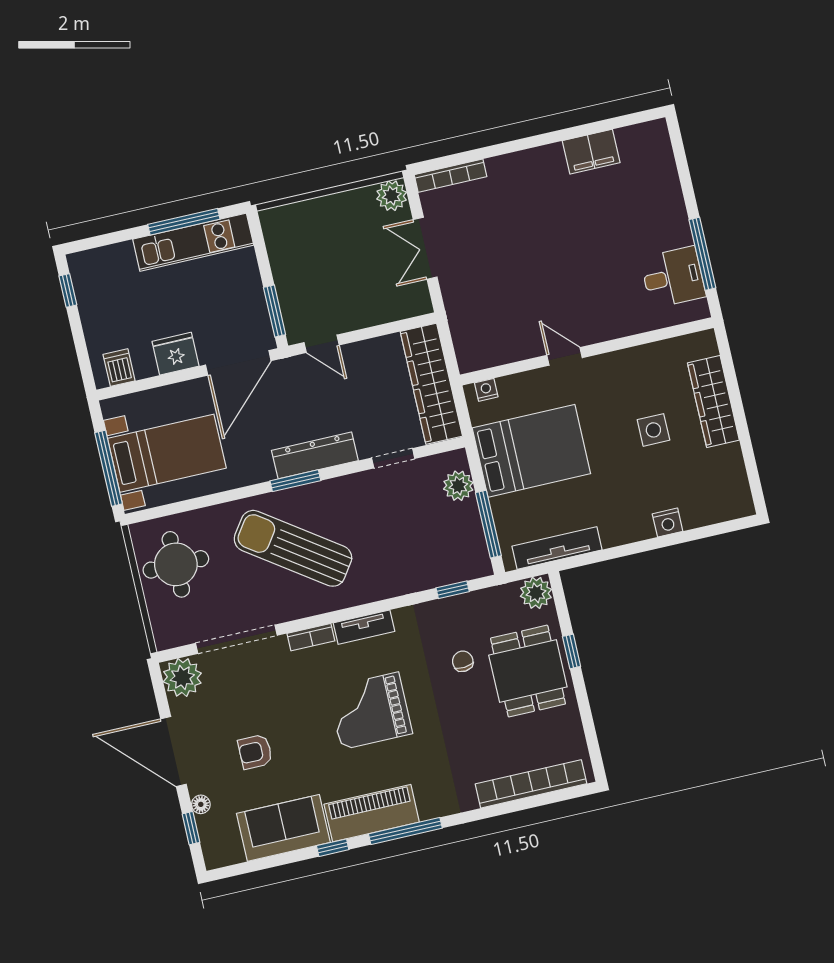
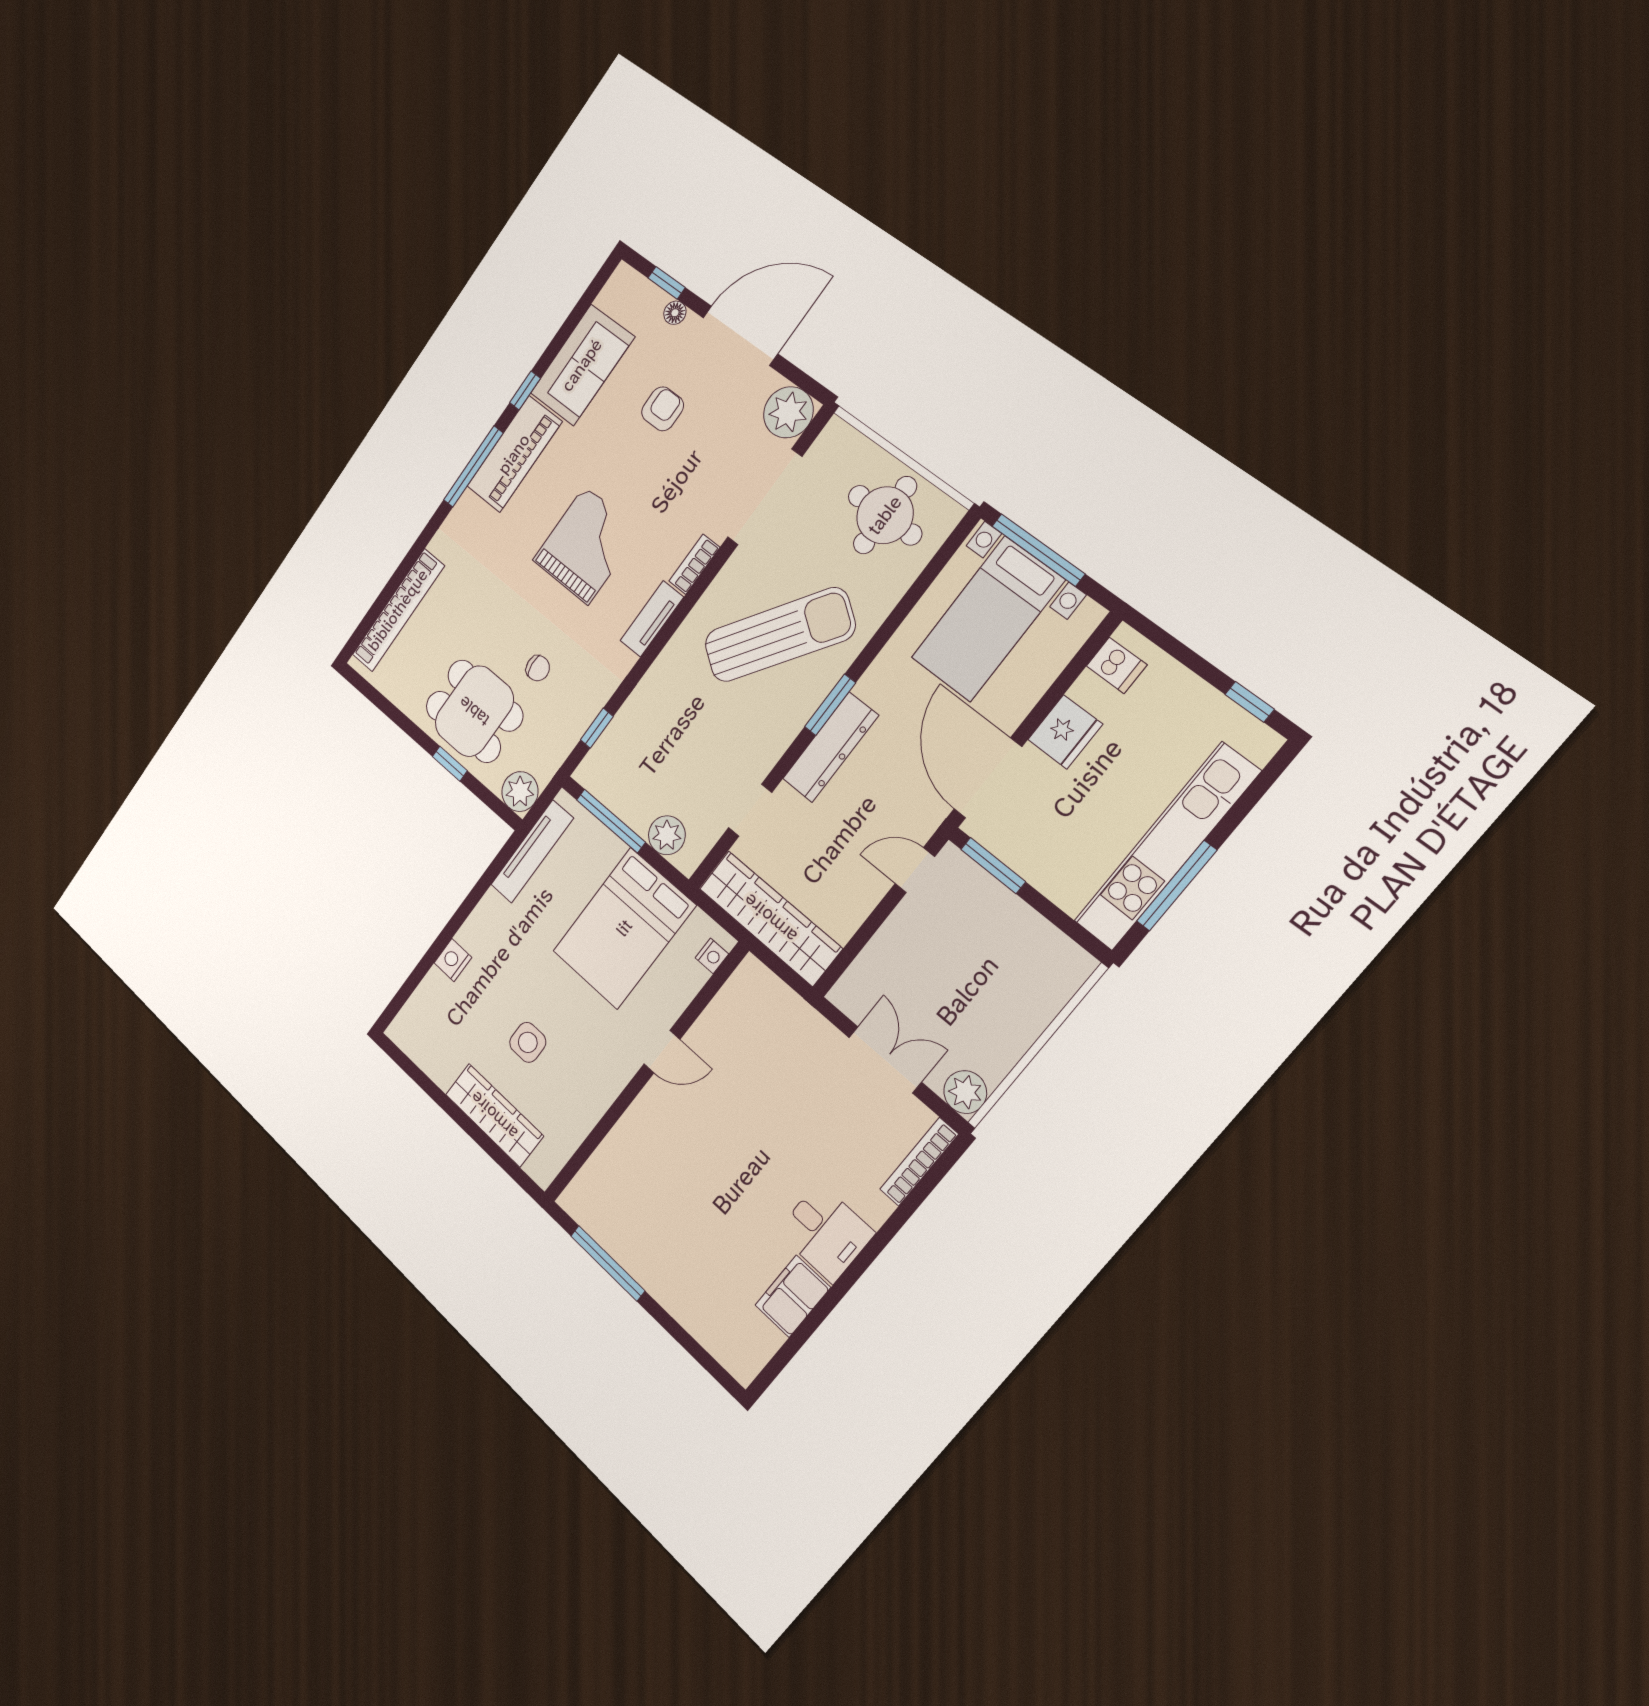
kitchen unit: (193, 242) -> (1166, 847), width x1.36
desk: (673, 277) -> (826, 1232), moved, turned -90

